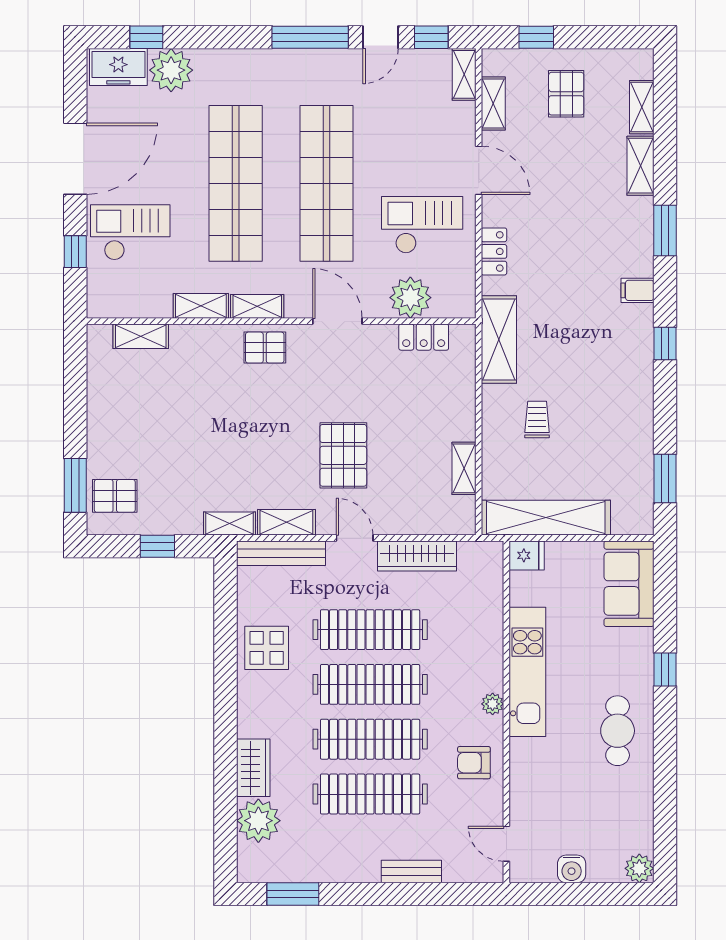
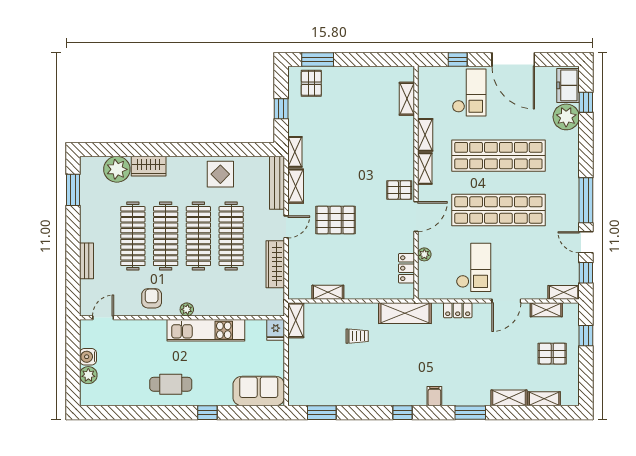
plant: (410, 298) -> (424, 254), width x0.53, depth x0.53
pallet: (265, 348) -> (399, 190), moved, turned 90
shelving: (546, 518) -> (296, 320), width x0.45, depth x0.75
plant: (639, 868) -> (88, 375), moved

